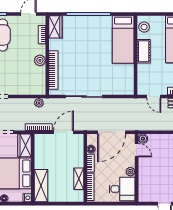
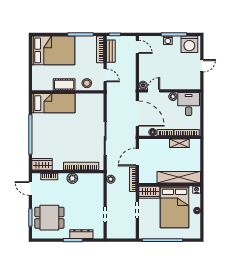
stool: (144, 27) -> (87, 83), moved
door: (154, 97) -> (105, 75), hinge flipped
door: (64, 132) -> (137, 157), hinge flipped
shelving: (41, 186) -> (179, 177), width x1.47

